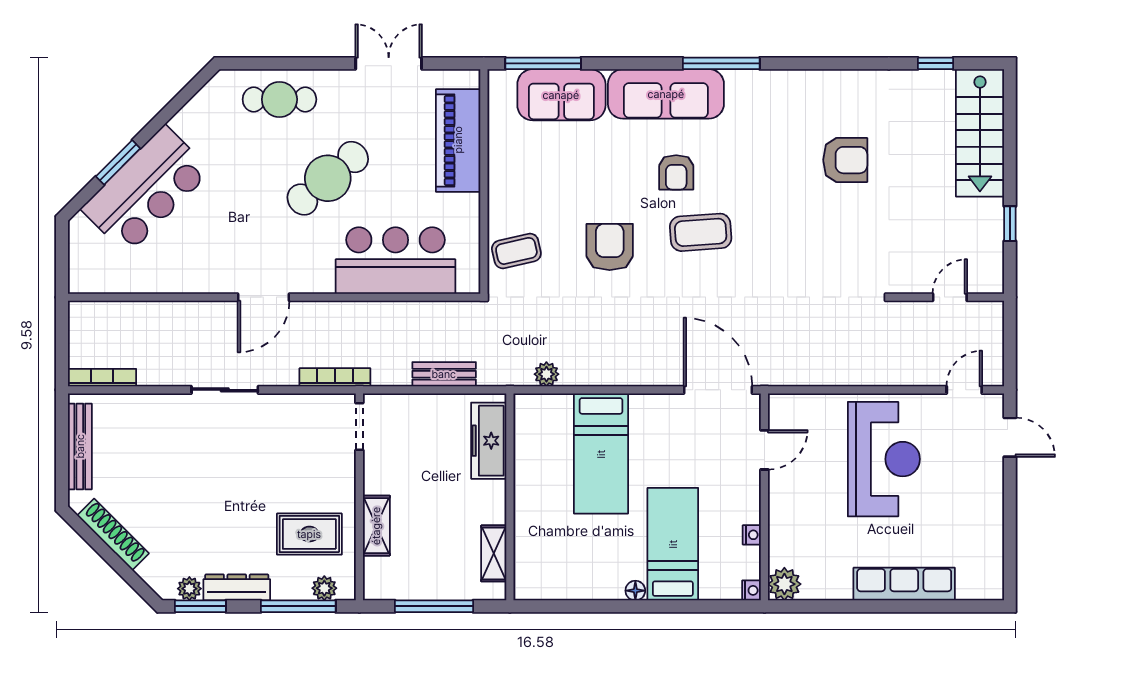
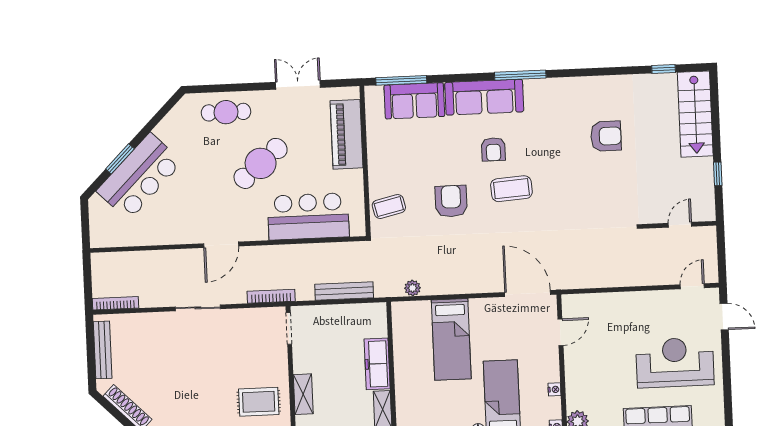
bench: (444, 374) -> (344, 291), width x1.36
freezer: (489, 441) -> (377, 364), moved
reception desk: (884, 459) -> (675, 363), moved, turned -90

